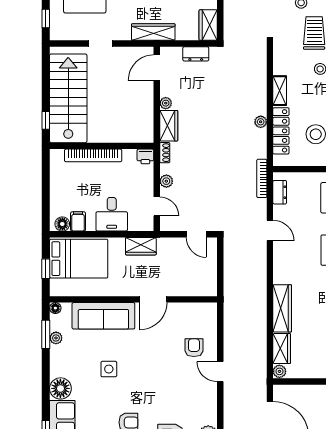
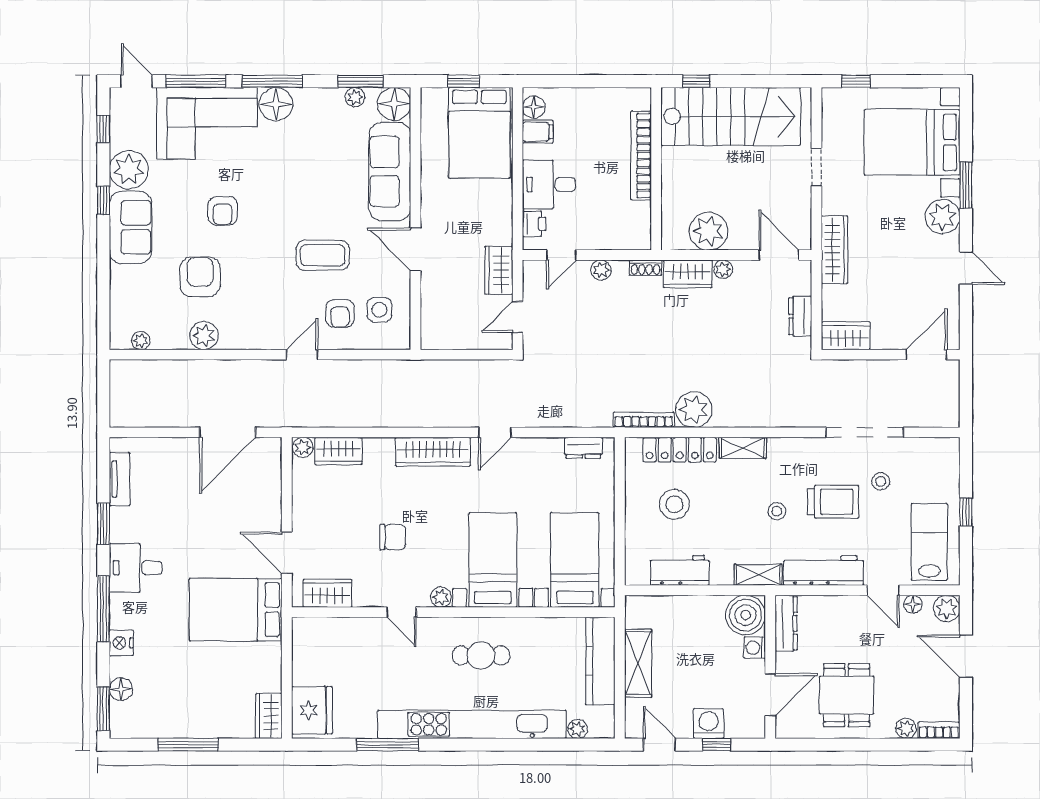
plant: (141, 112) -> (708, 231), added
plant: (261, 122) -> (694, 410), width x1.88, depth x1.88
printer: (145, 156) -> (534, 224), moved, turned 180
bookcase: (262, 178) -> (644, 420), moved
door: (270, 230) -> (495, 432), moved
wardrobe: (141, 246) -> (499, 270), moved
floor lamp: (55, 308) -> (394, 104), width x1.89, depth x1.89
wardrobe: (282, 308) -> (433, 452), moved
armchair: (194, 348) -> (340, 313), turned 90
coffee table: (157, 359) -> (323, 255), added
side table: (109, 369) -> (379, 310), moved
window: (46, 391) -> (273, 81), added

